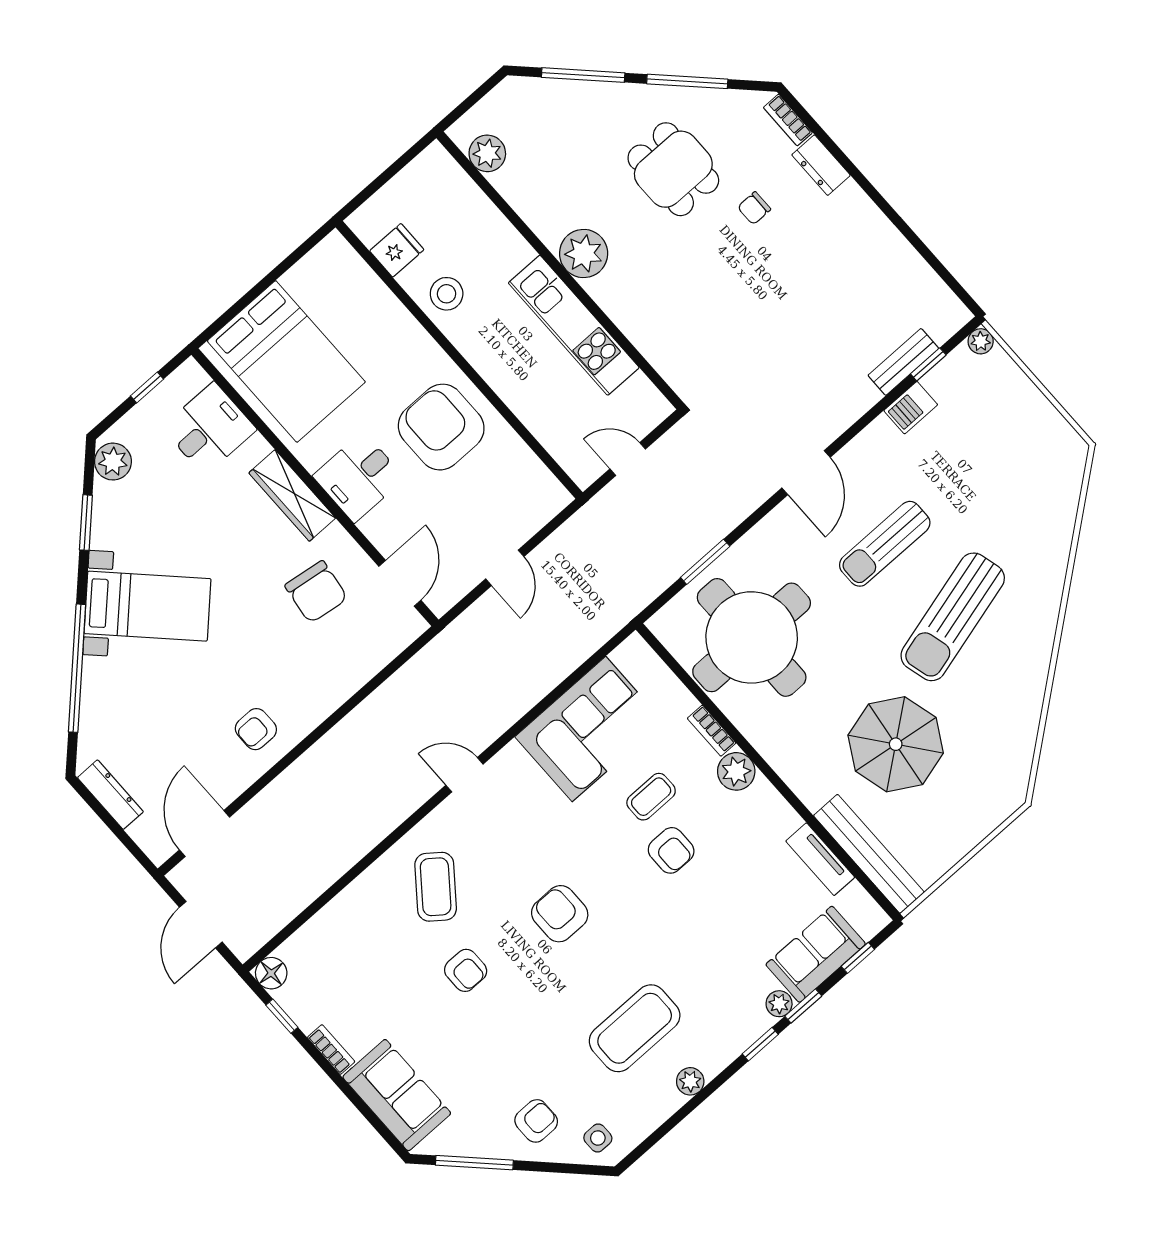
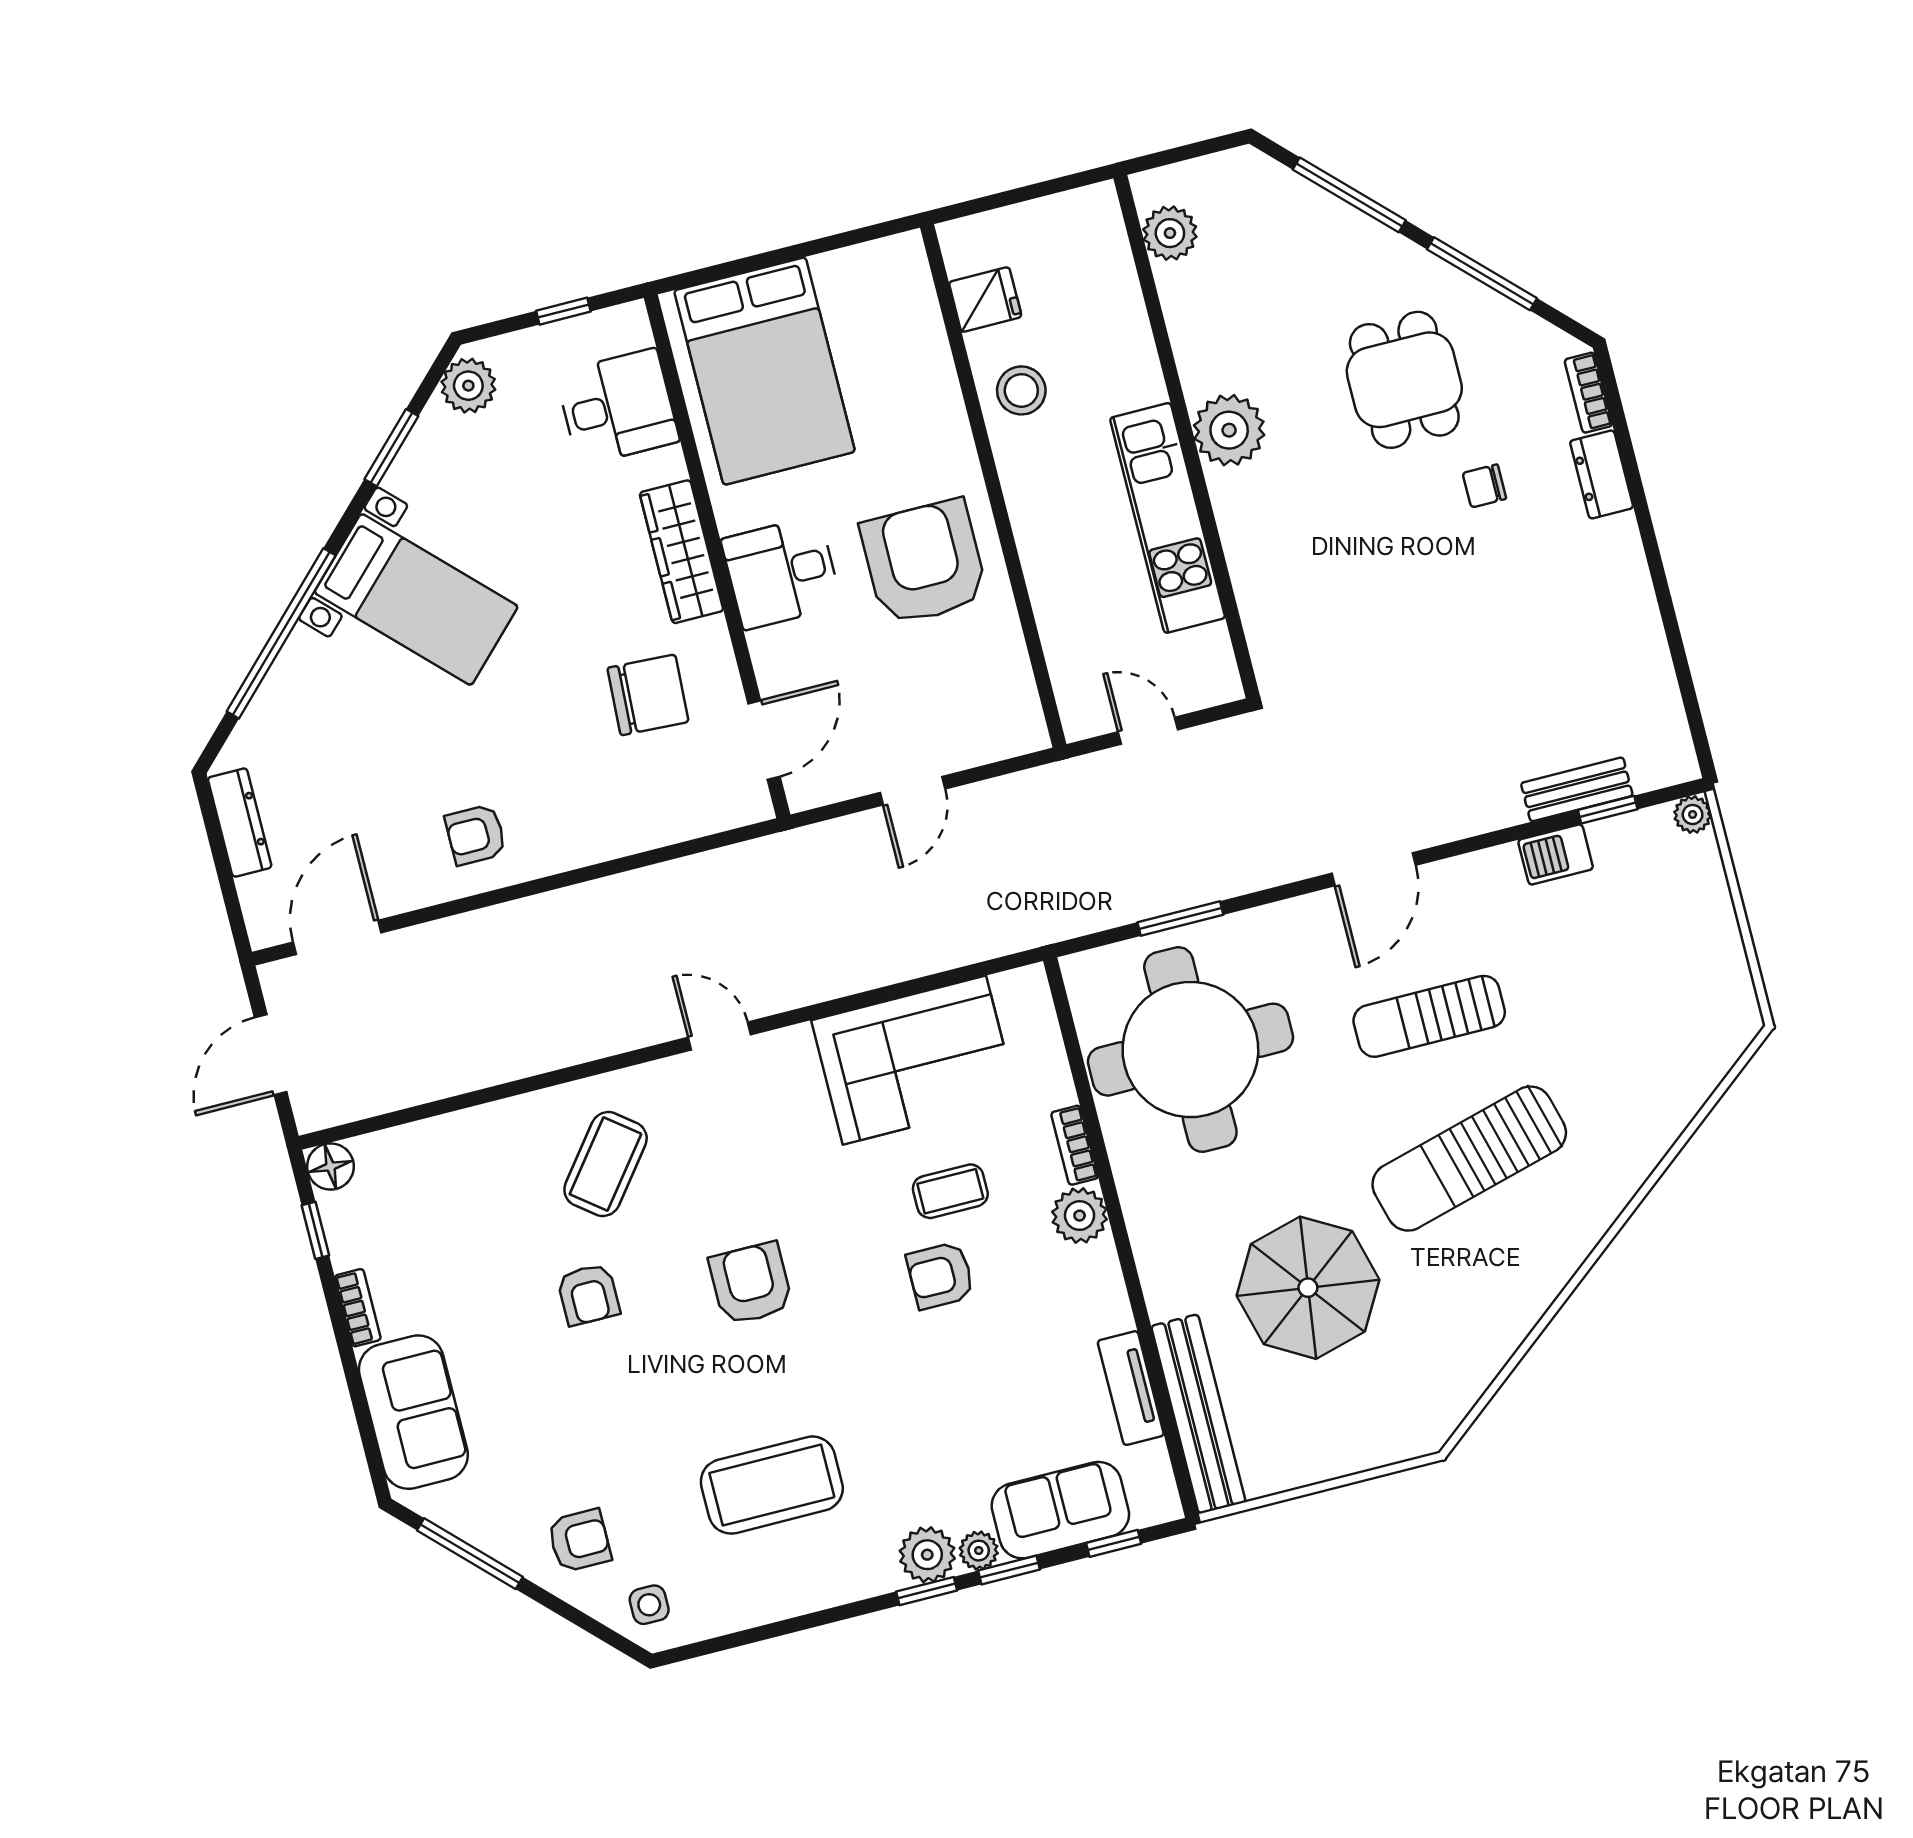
chair: (316, 592) -> (648, 695), turned -95
armchair: (671, 850) -> (940, 1276), turned 90
plant: (690, 1081) -> (927, 1555), moved, width x1.38, depth x1.38

